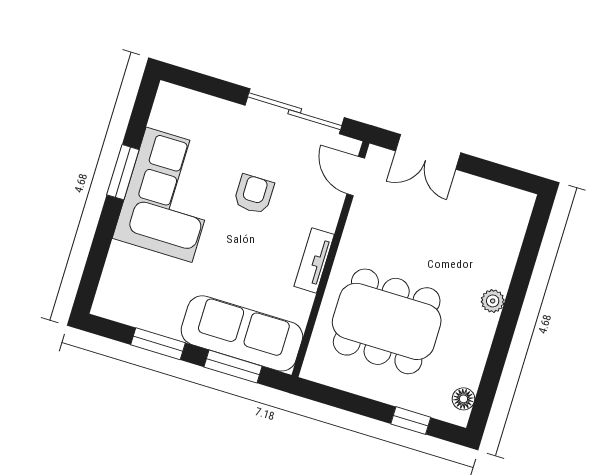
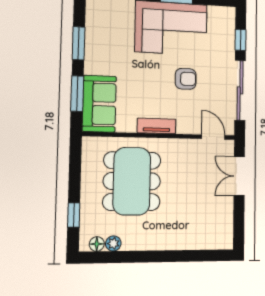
window: (215, 87) -> (241, 40), added
door: (356, 176) -> (213, 137), hinge flipped
plant: (493, 301) -> (113, 243), moved
sofa: (242, 333) -> (99, 104), width x0.73

